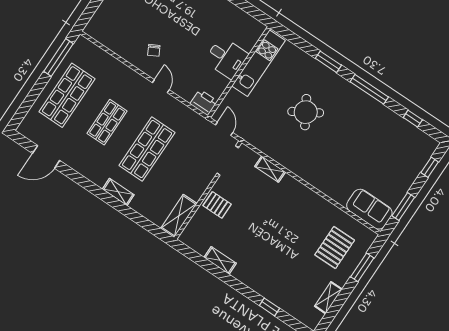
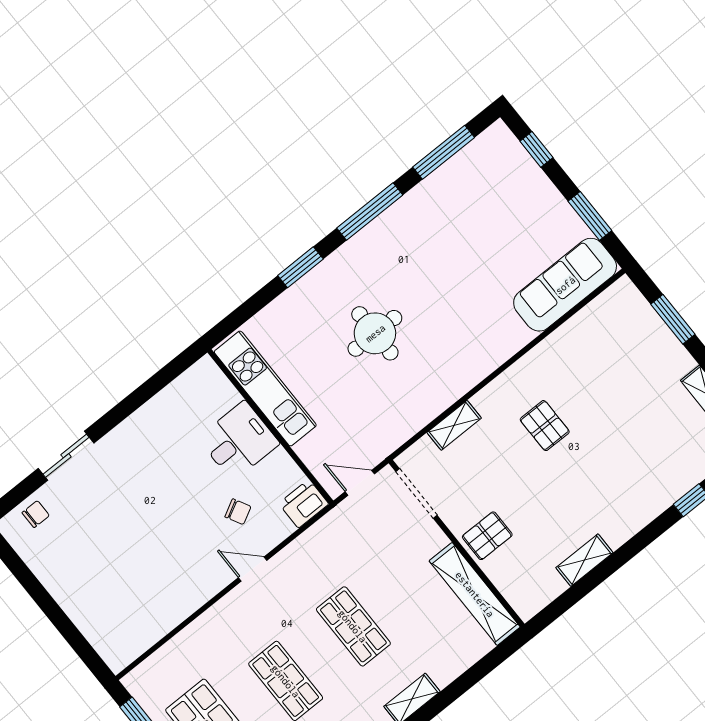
chair: (154, 50) -> (238, 512), moved
round table: (306, 112) -> (375, 333), turned 31
window: (413, 119) -> (444, 152), width x2.17
shop shelf: (147, 149) -> (353, 626), width x0.70, depth x0.74
sofa: (369, 209) -> (565, 285), width x1.36
shelving: (179, 216) -> (475, 594), width x1.47
pallet: (335, 248) -> (545, 426), moved, width x0.67, depth x0.71

